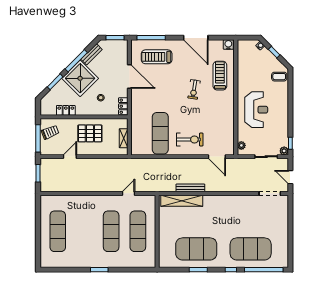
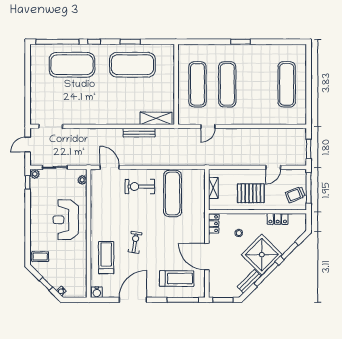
door: (196, 38) -> (133, 300), hinge flipped
treadmill: (220, 76) -> (106, 258), turned 180
door: (290, 177) -> (28, 145), swing flipped
shelving: (182, 201) -> (156, 118), width x0.68

